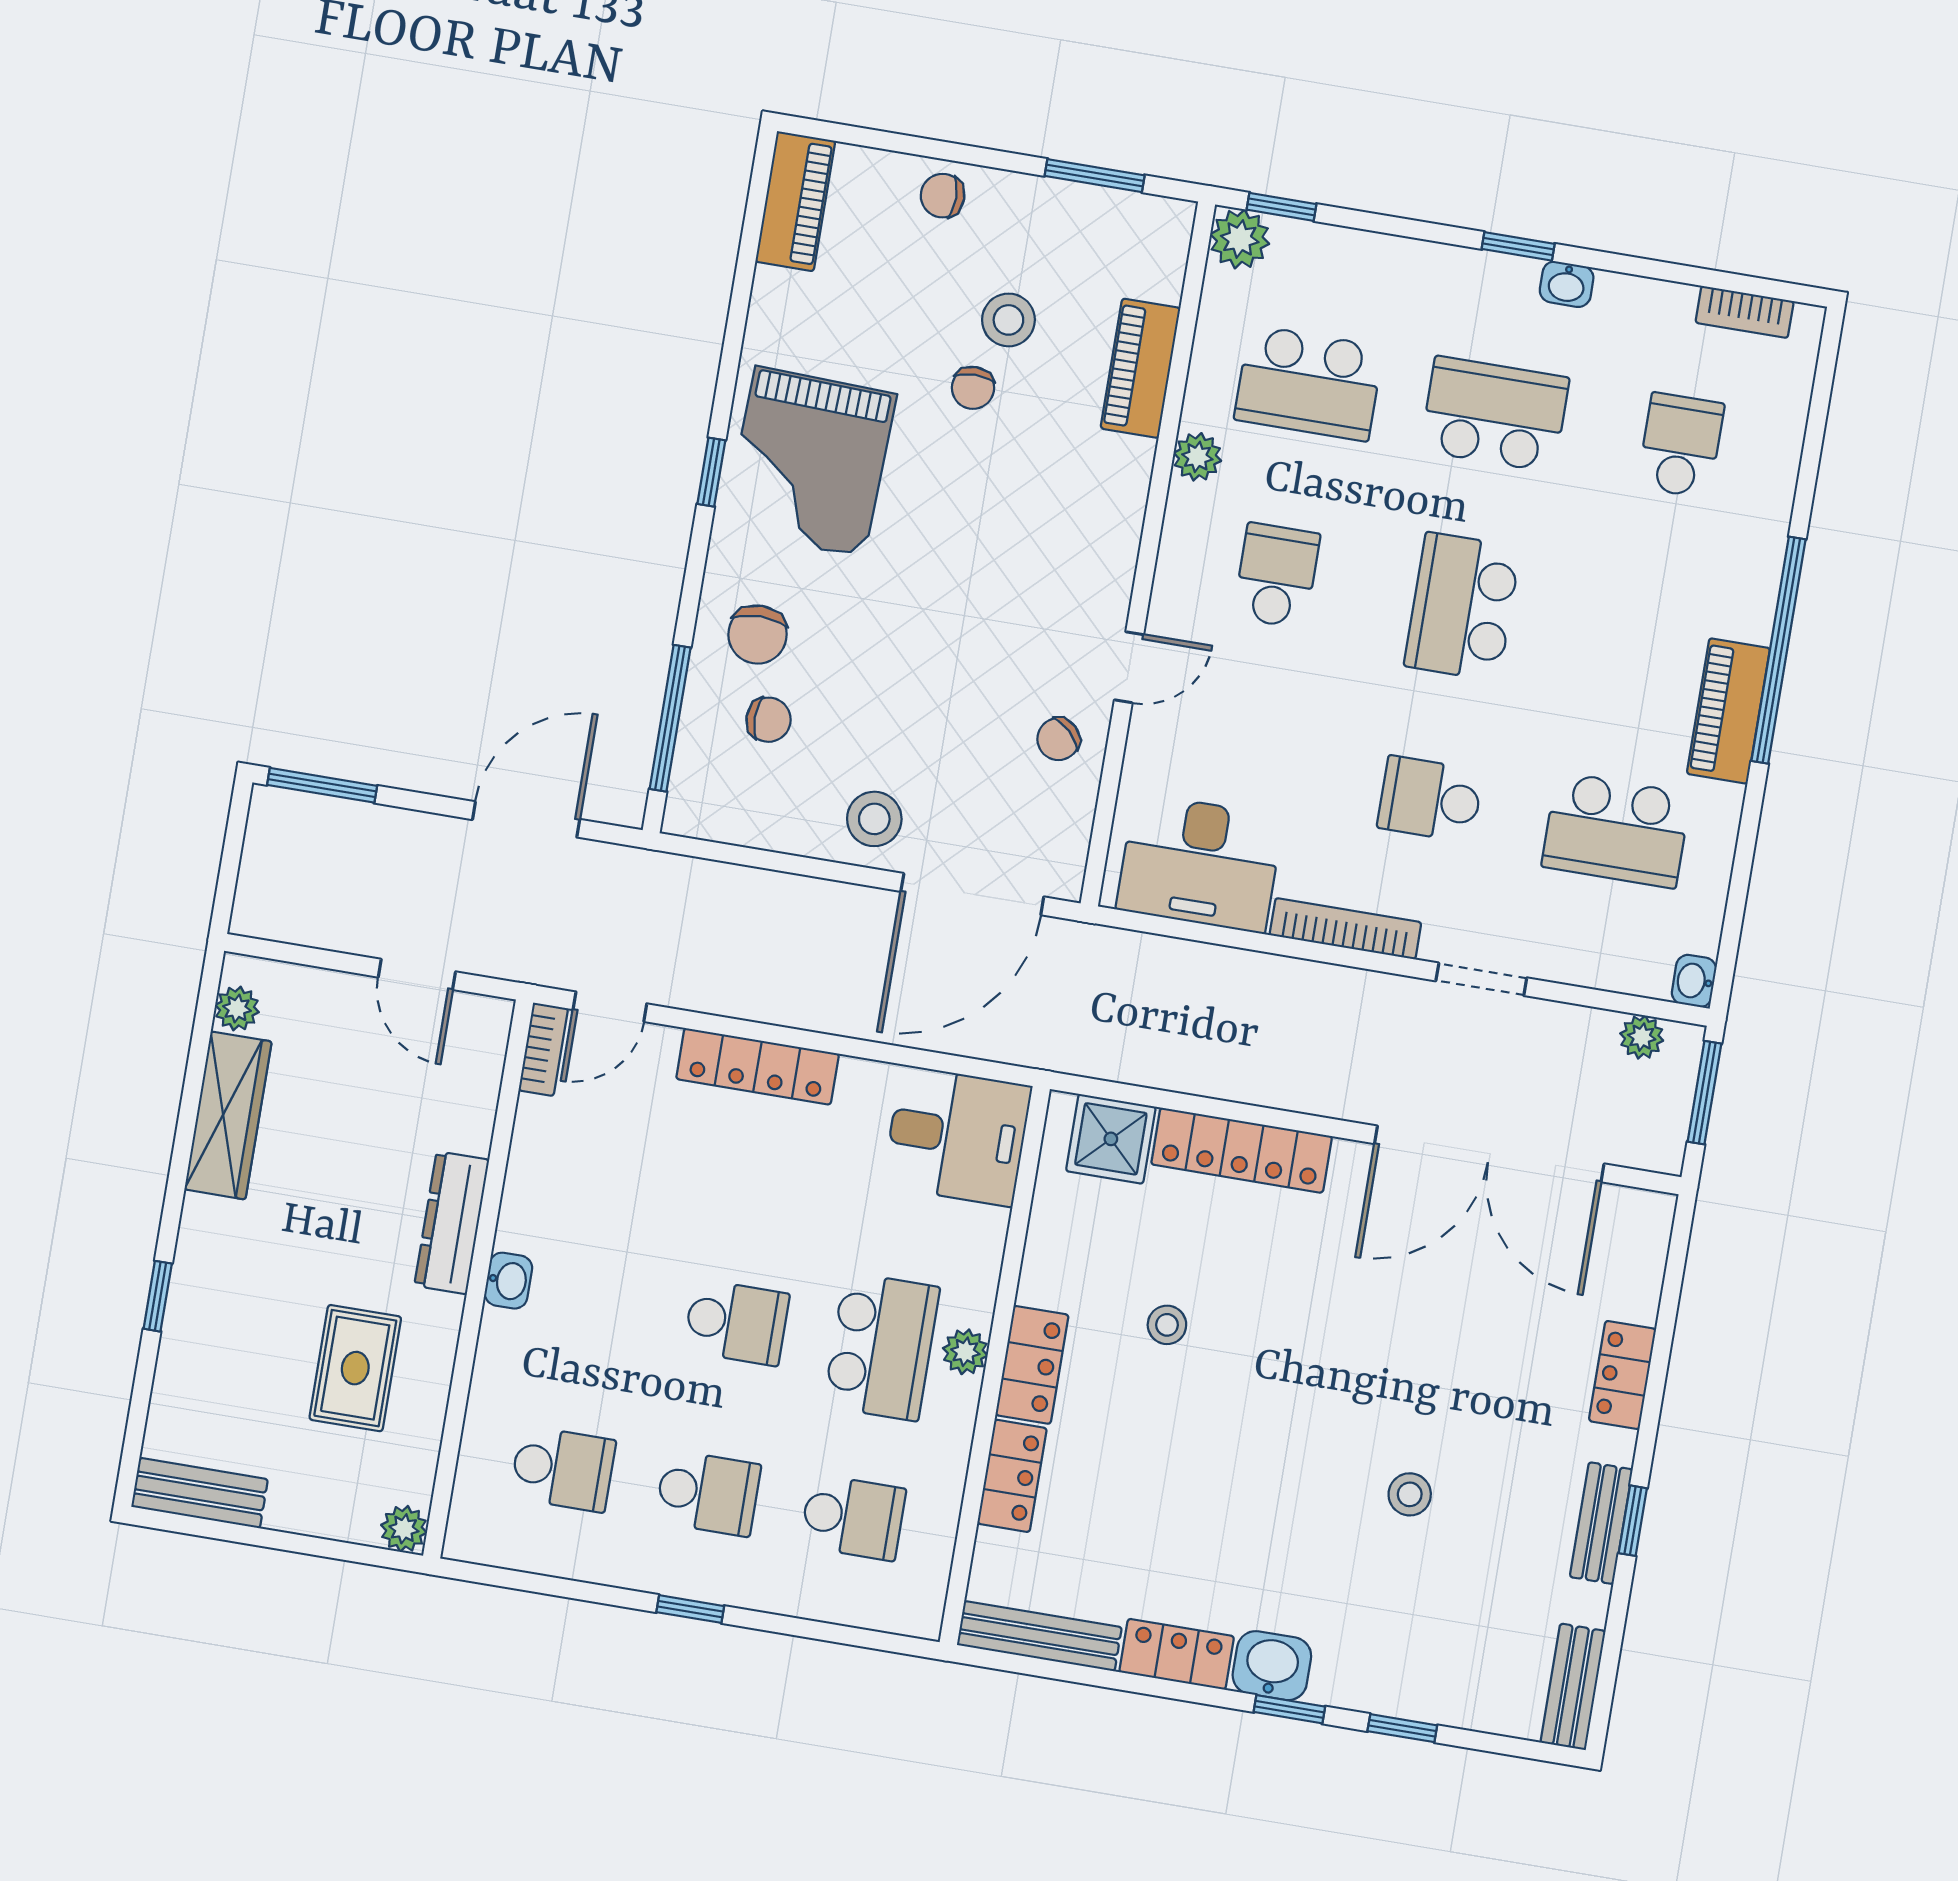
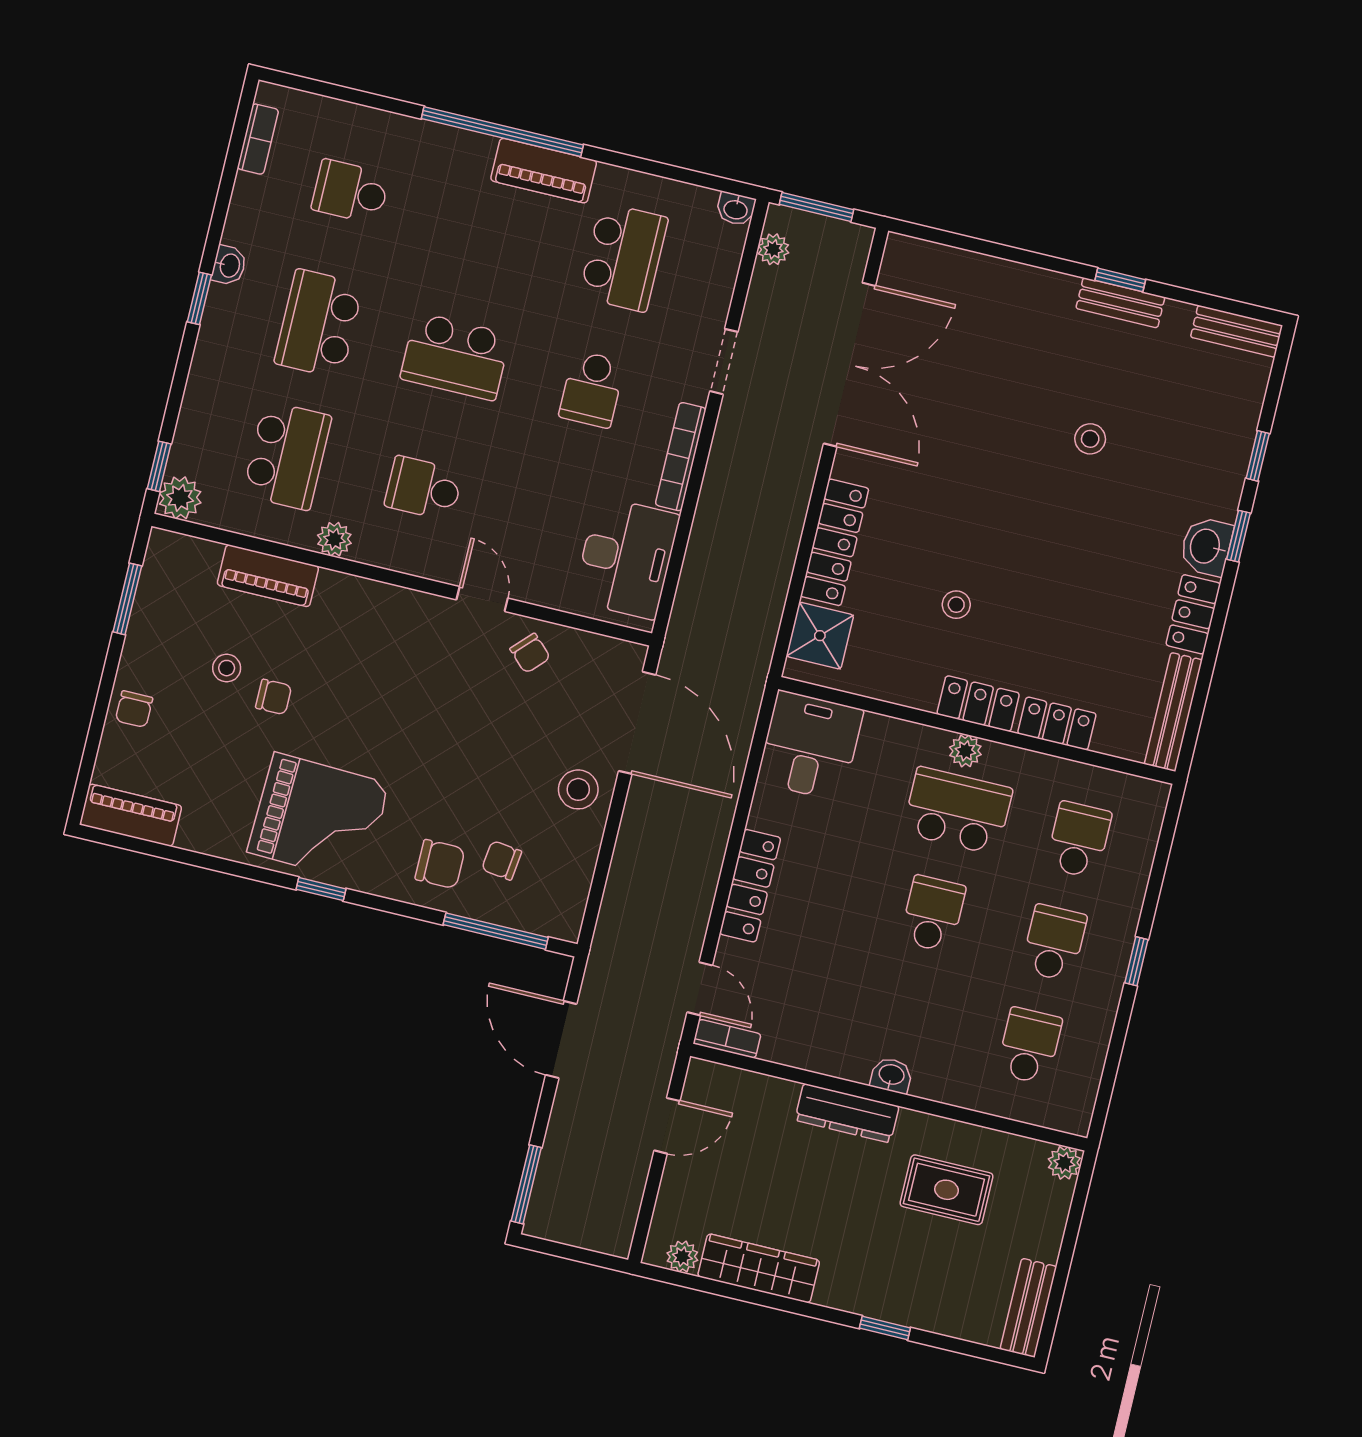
stool: (1008, 320) -> (227, 668), width x0.73, depth x0.73
chair: (768, 720) -> (502, 860), turned -83
locker: (1622, 1375) -> (1015, 280), removed

